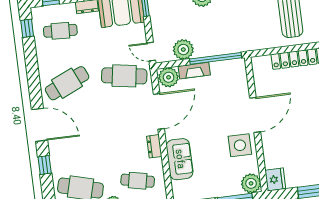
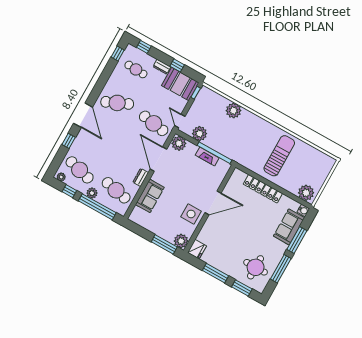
fireplace: (194, 71) -> (207, 156), moved
door: (159, 111) -> (158, 159), swing flipped
cafe table: (138, 181) -> (116, 190), width x1.37, depth x1.35

